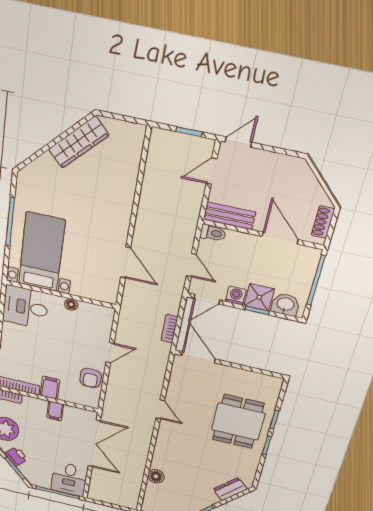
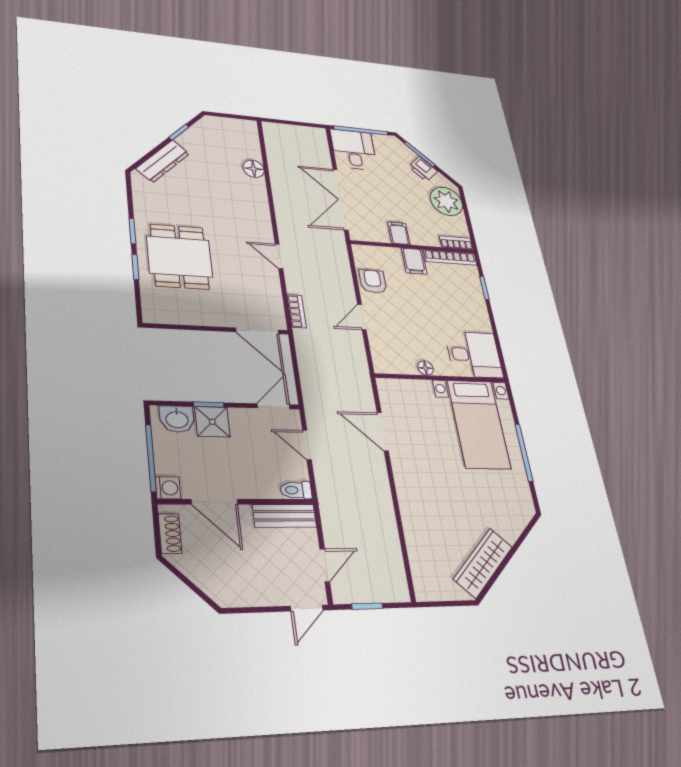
washing machine: (236, 296) -> (168, 488), moved, turned -90
bookcase: (169, 329) -> (297, 311), moved
dresser: (230, 489) -> (163, 161), width x1.44

